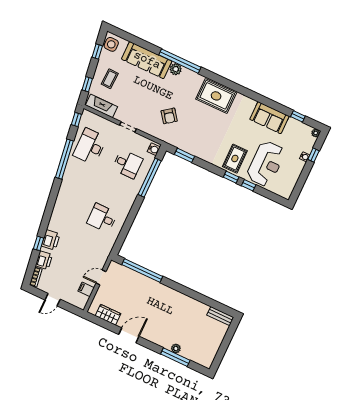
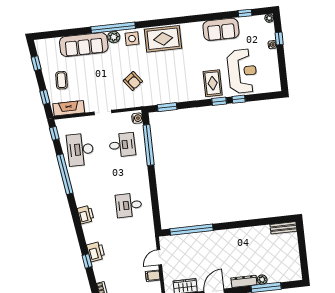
side table: (111, 44) -> (132, 39), moved
printer: (44, 260) -> (86, 215), moved
dresser: (160, 341) -> (244, 281), added

